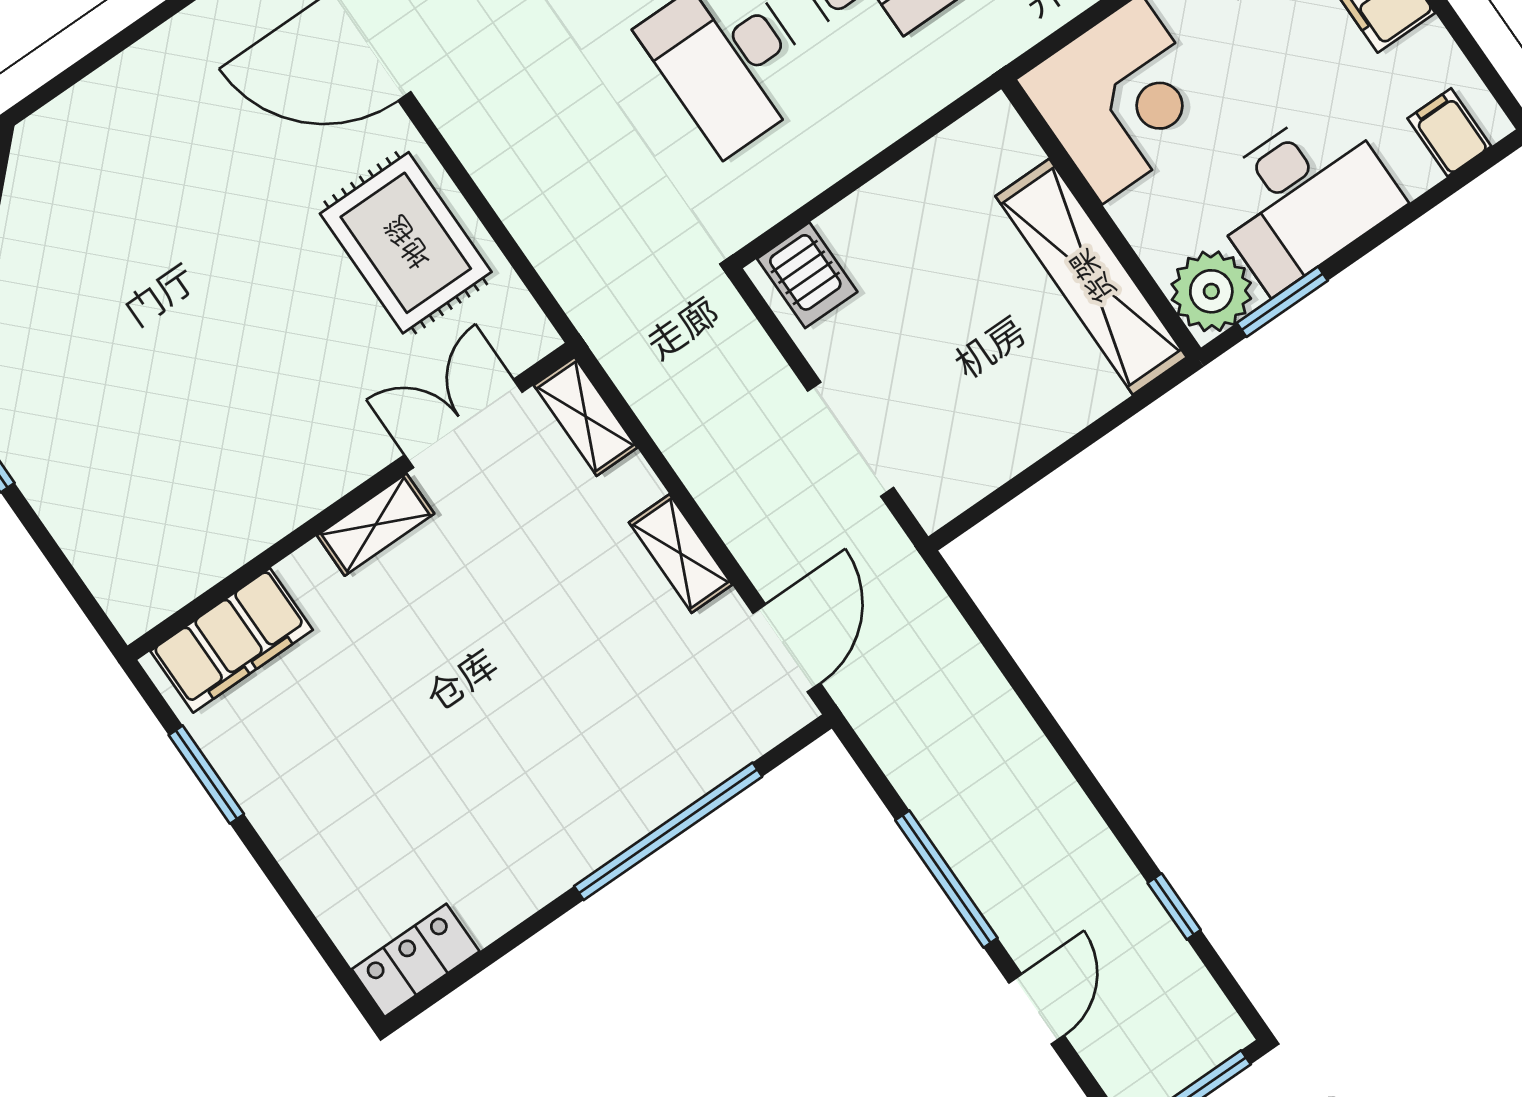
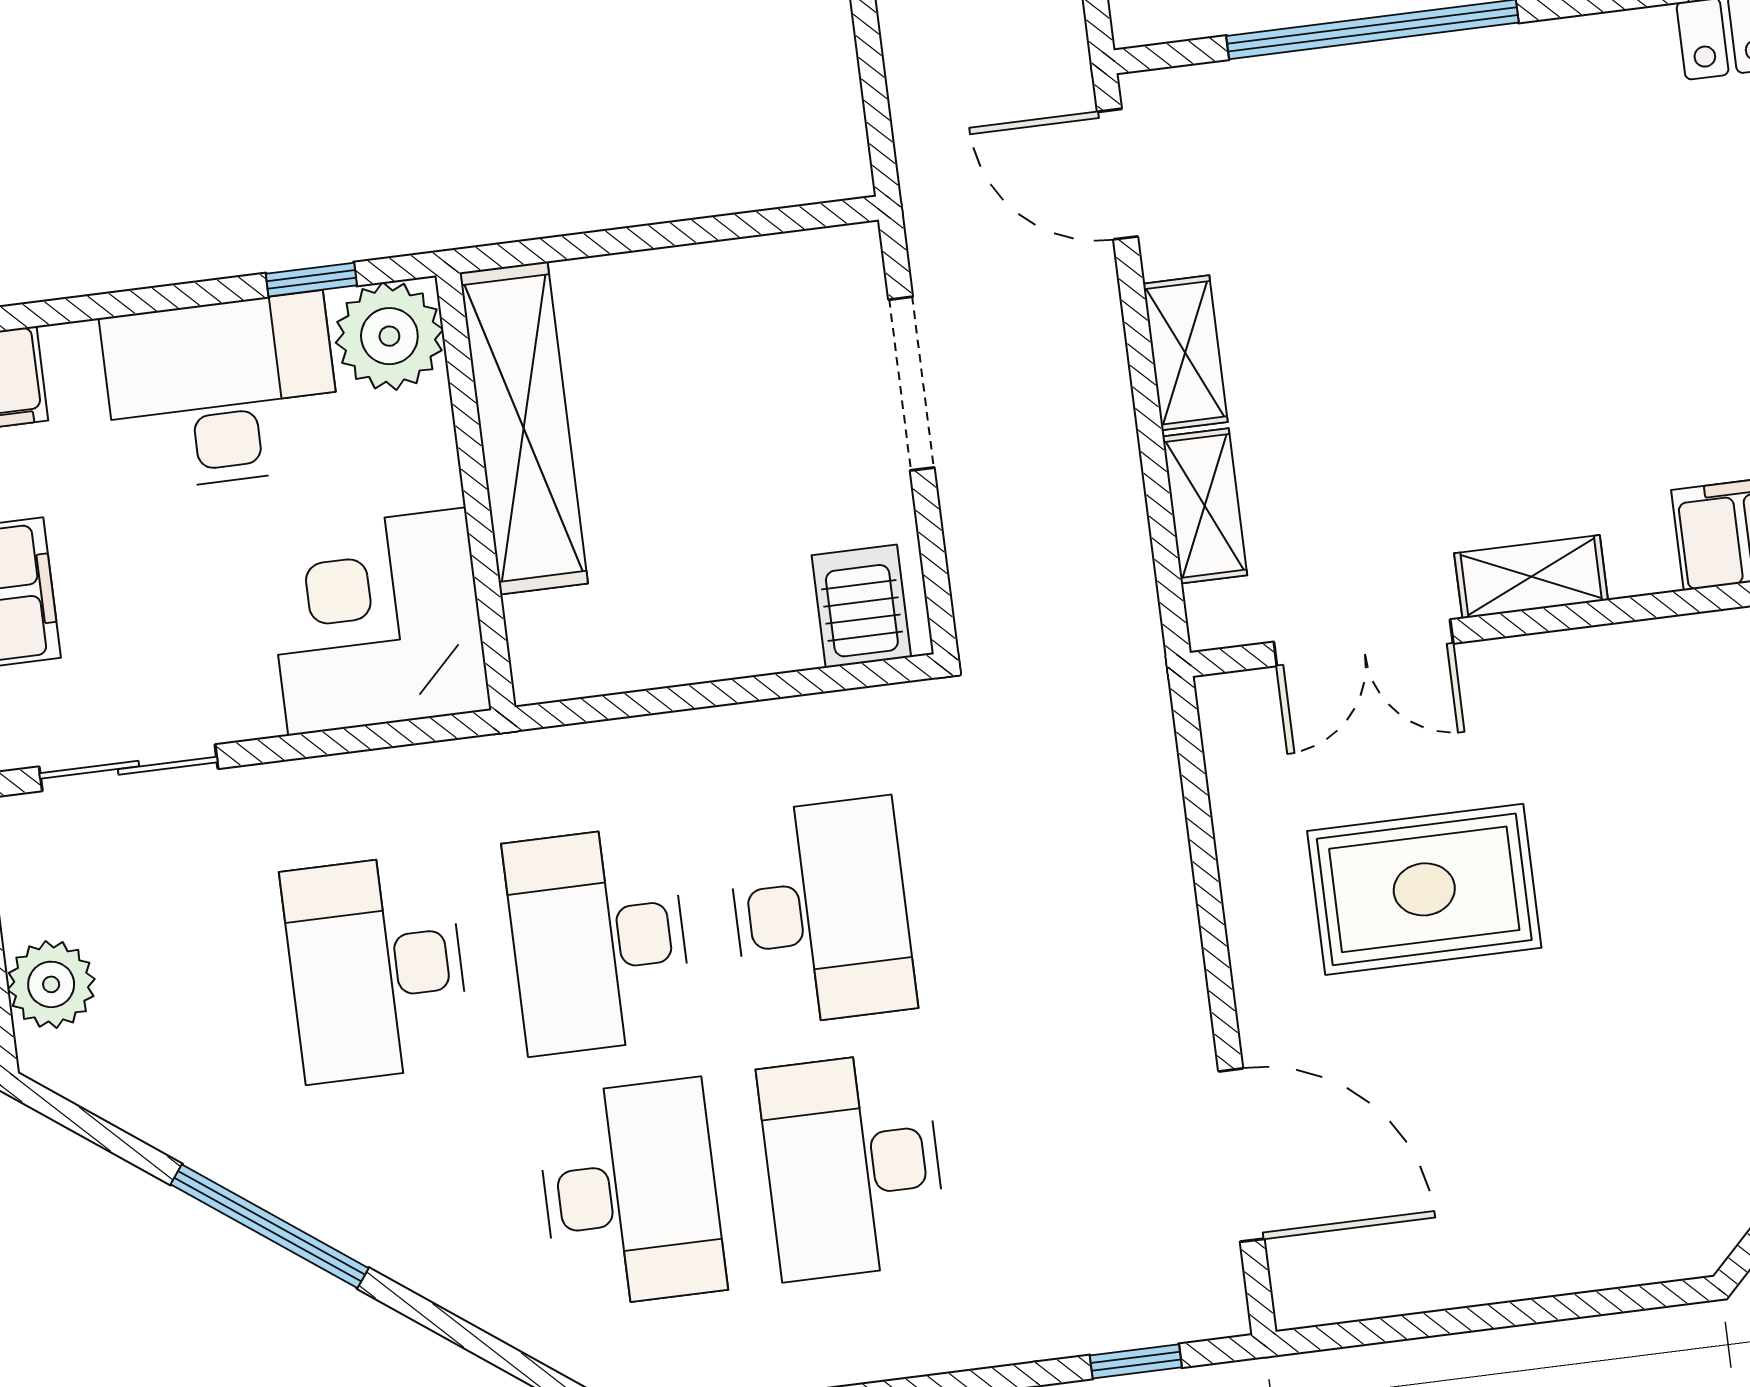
rug: (406, 243) -> (1424, 889), moved, turned 90
window: (1282, 302) -> (311, 280), width x0.67
shelving: (586, 416) -> (1205, 506), moved
door: (787, 648) -> (1117, 174), hinge flipped

